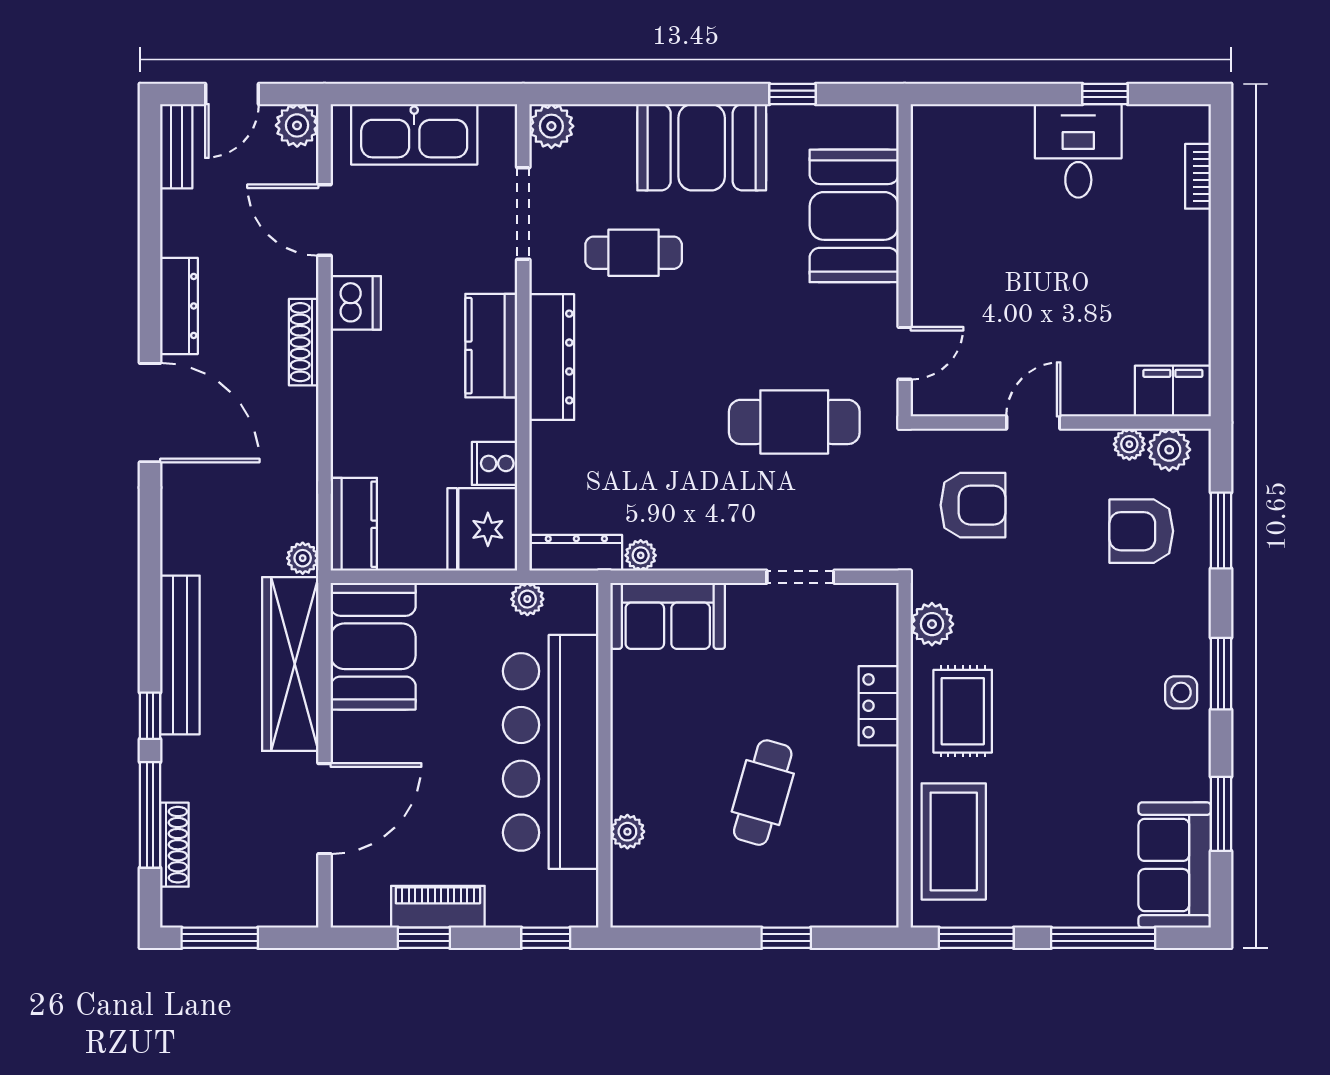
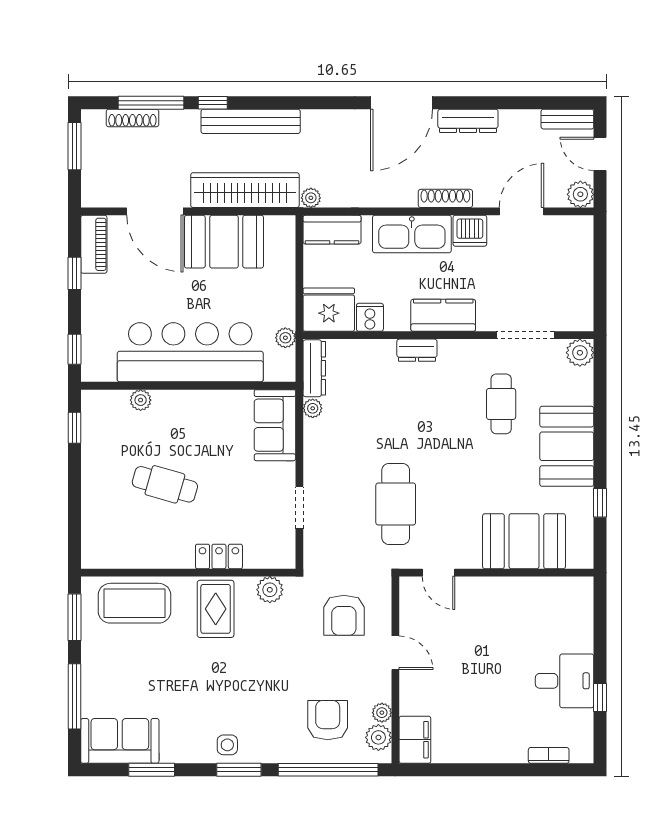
kitchen sink: (414, 134) -> (412, 234), moved, turned -90
dresser: (552, 357) -> (417, 350), width x0.51, depth x0.80
window: (1221, 531) -> (328, 770), width x2.11
booth: (373, 646) -> (224, 242), moved
rug: (963, 711) -> (216, 609), turned 90
piano: (438, 907) -> (94, 244), moved
window: (786, 938) -> (74, 428), moved

